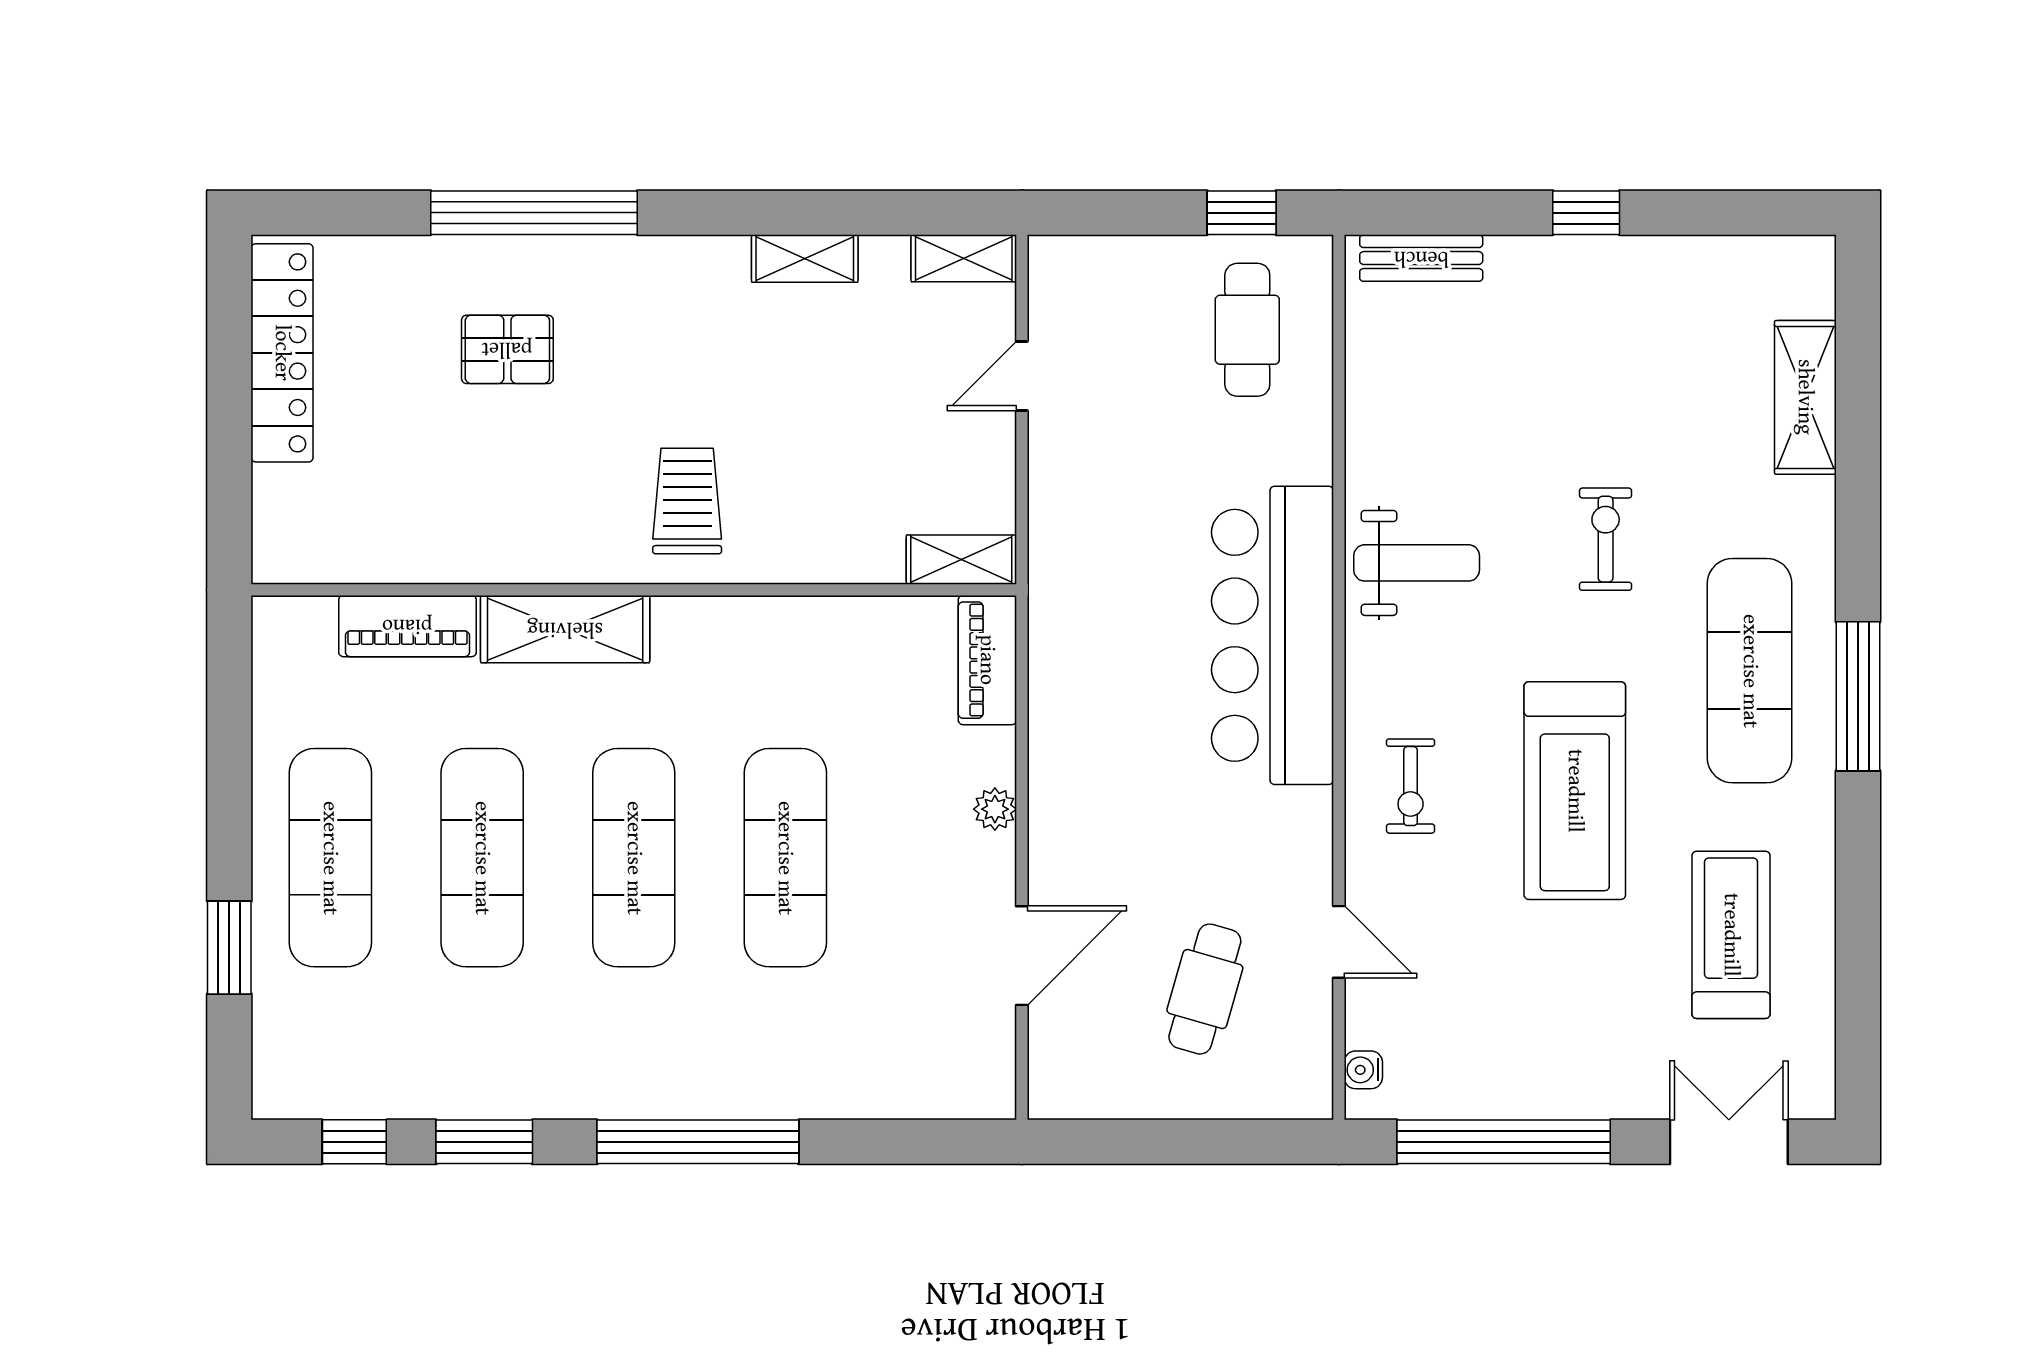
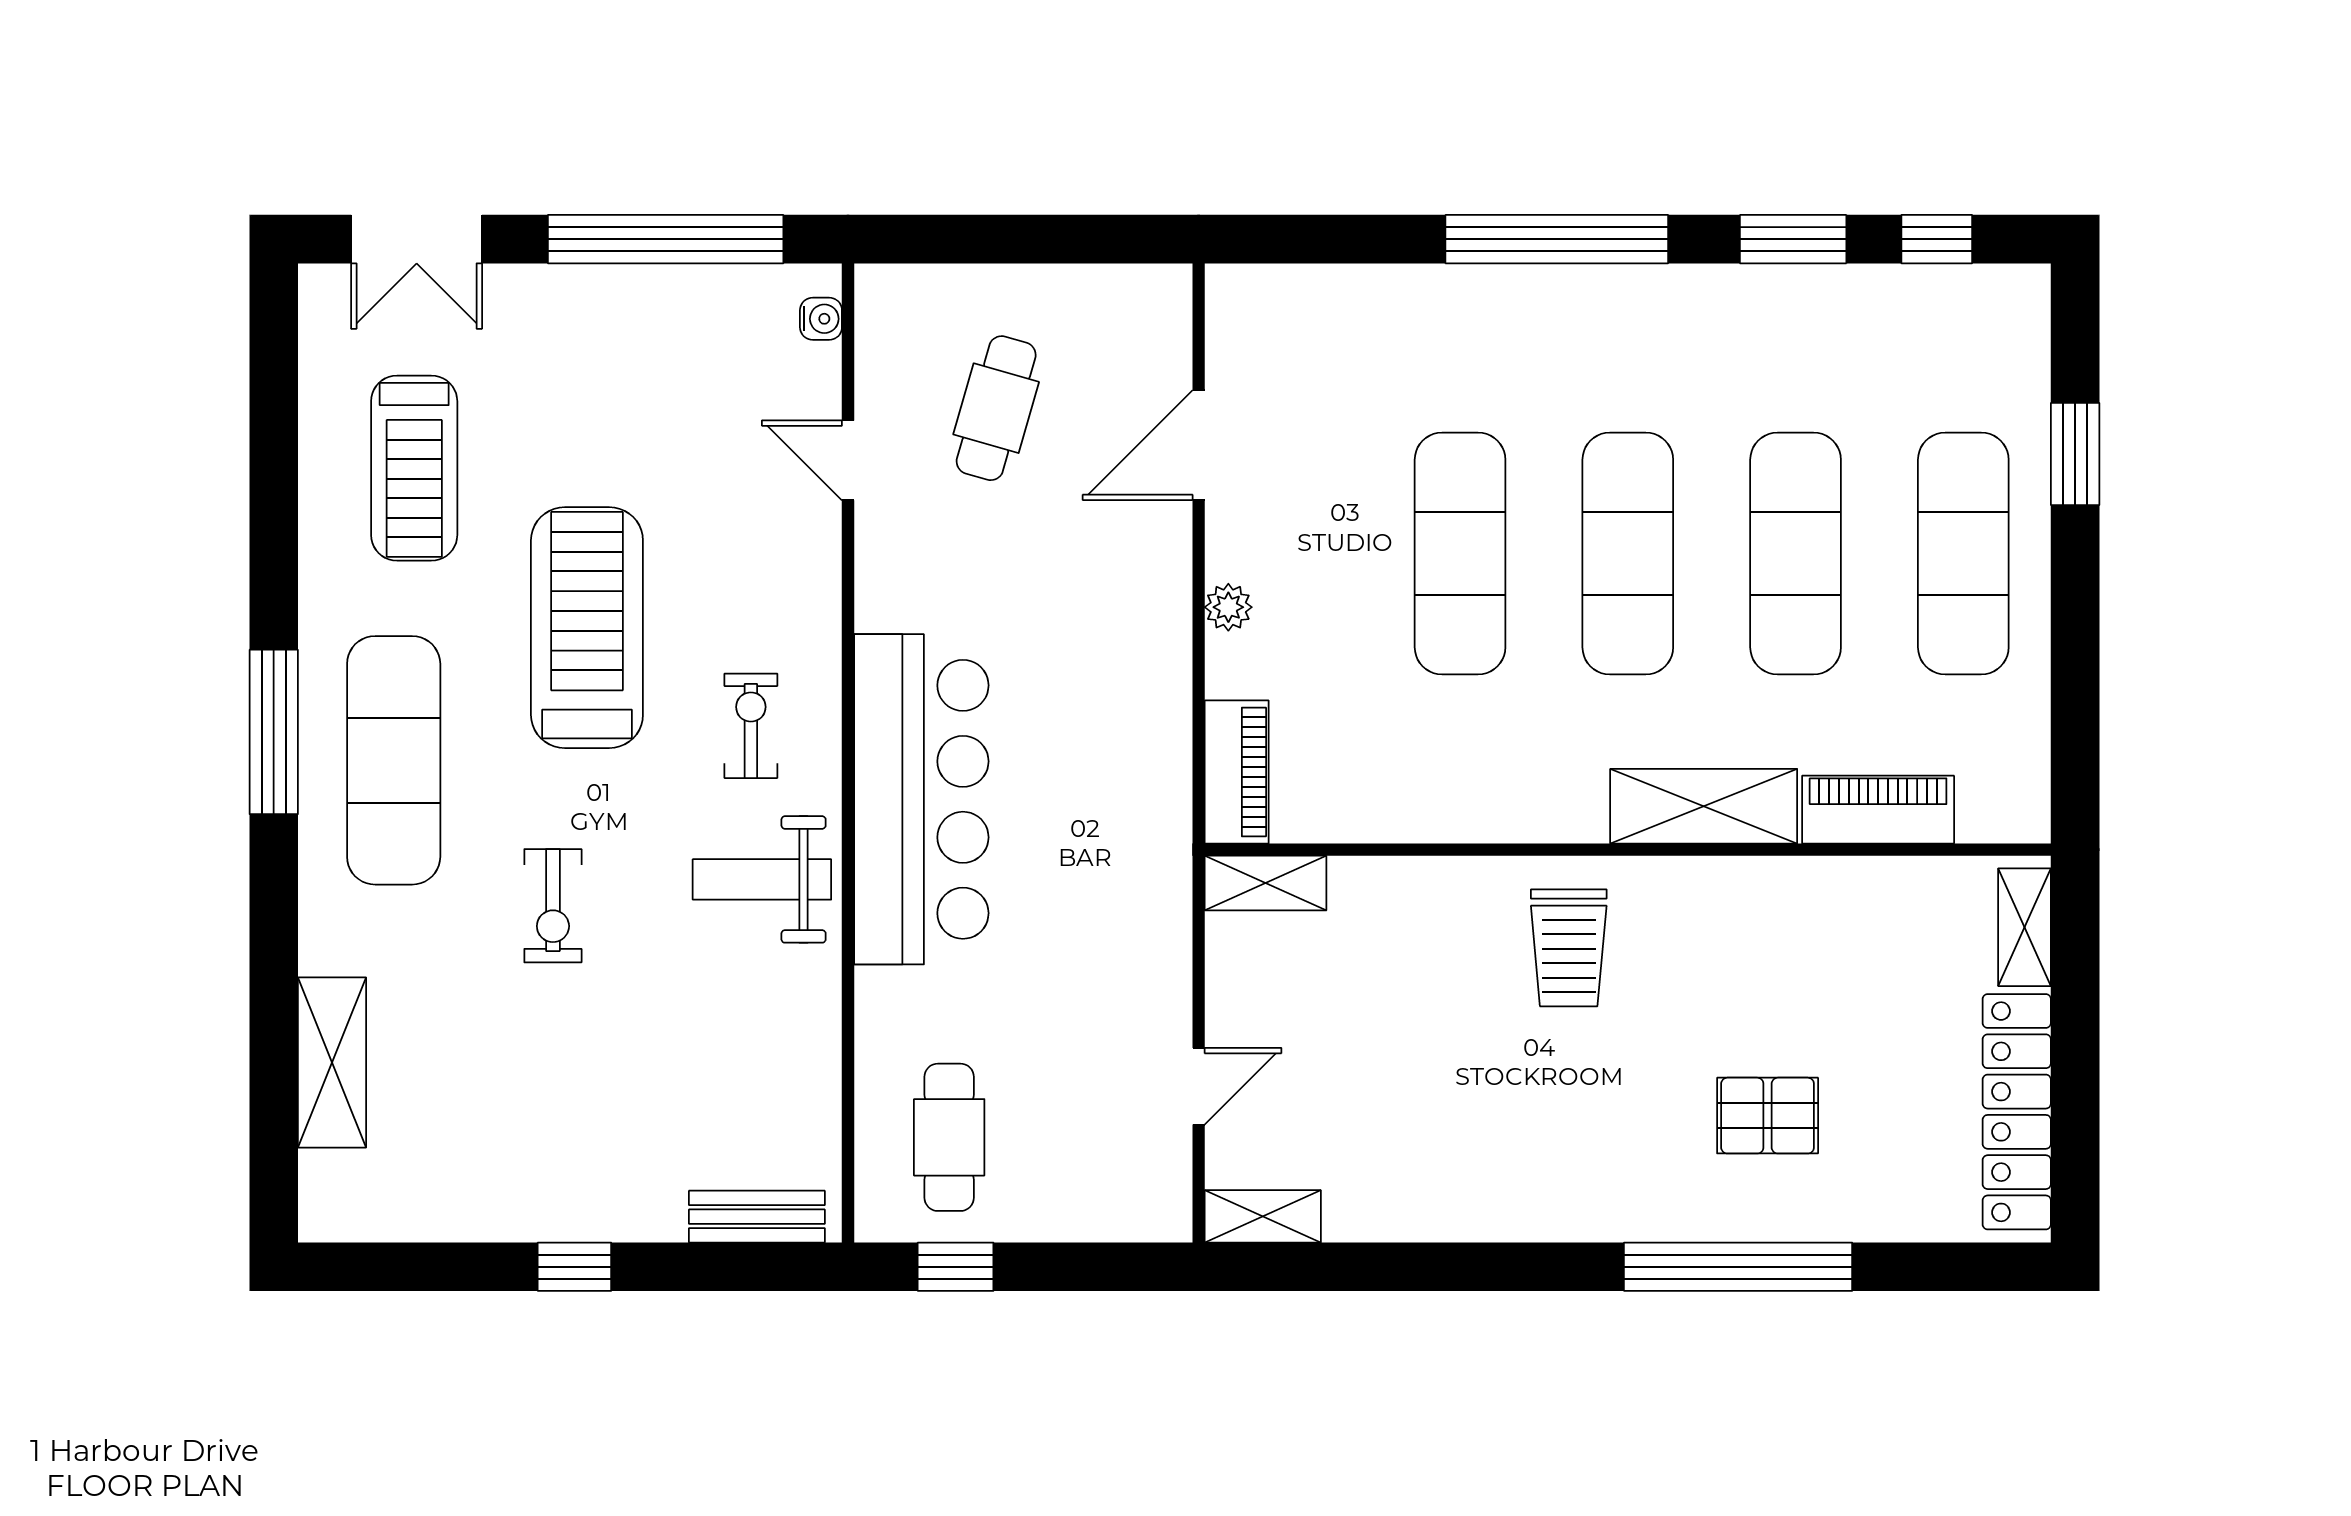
shelving: (805, 259) -> (2024, 927), moved, turned 90
exercise bike: (1411, 786) -> (751, 726), moved

